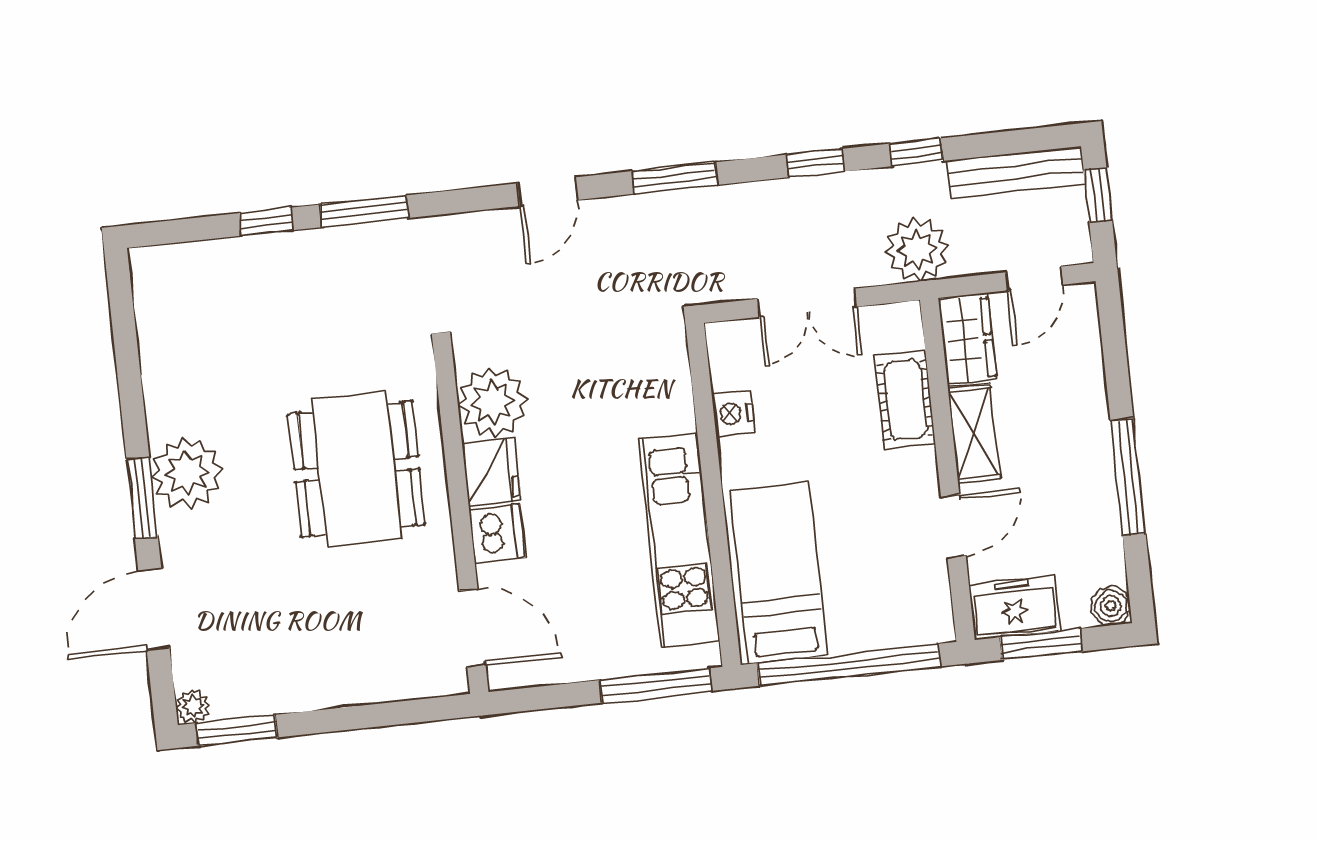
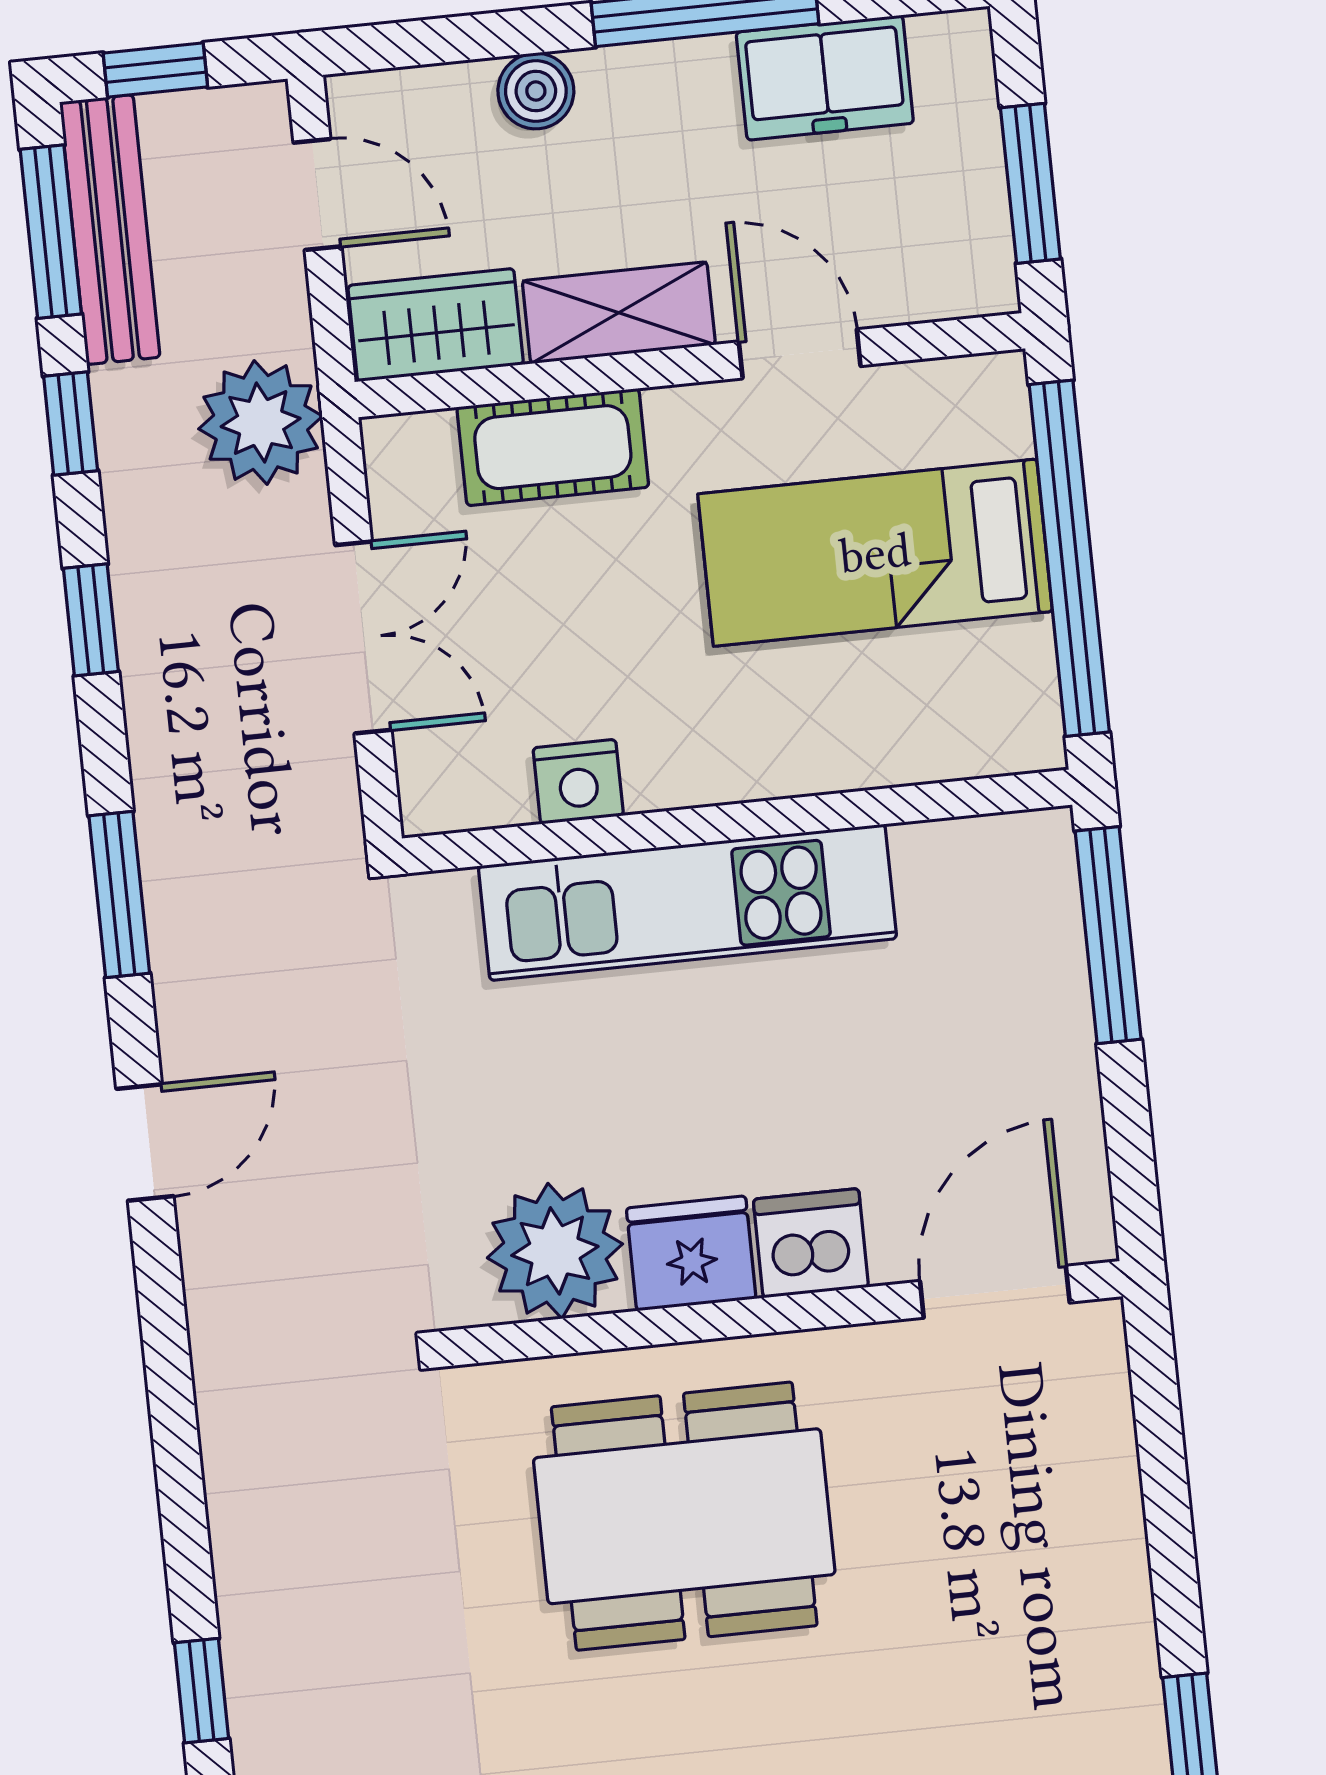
door: (548, 192) -> (145, 1142), hinge flipped
window: (364, 211) -> (51, 232), moved
kitchen unit: (679, 540) -> (687, 902), moved
bed: (779, 573) -> (875, 553), moved
boiler: (1111, 606) -> (536, 91), moved
freezer: (1014, 608) -> (825, 78), moved, turned -90

